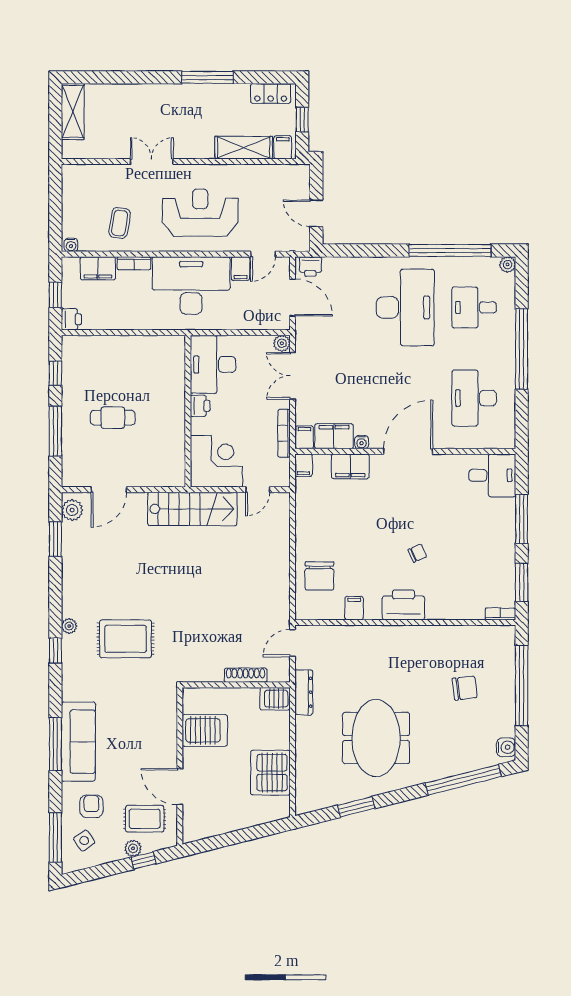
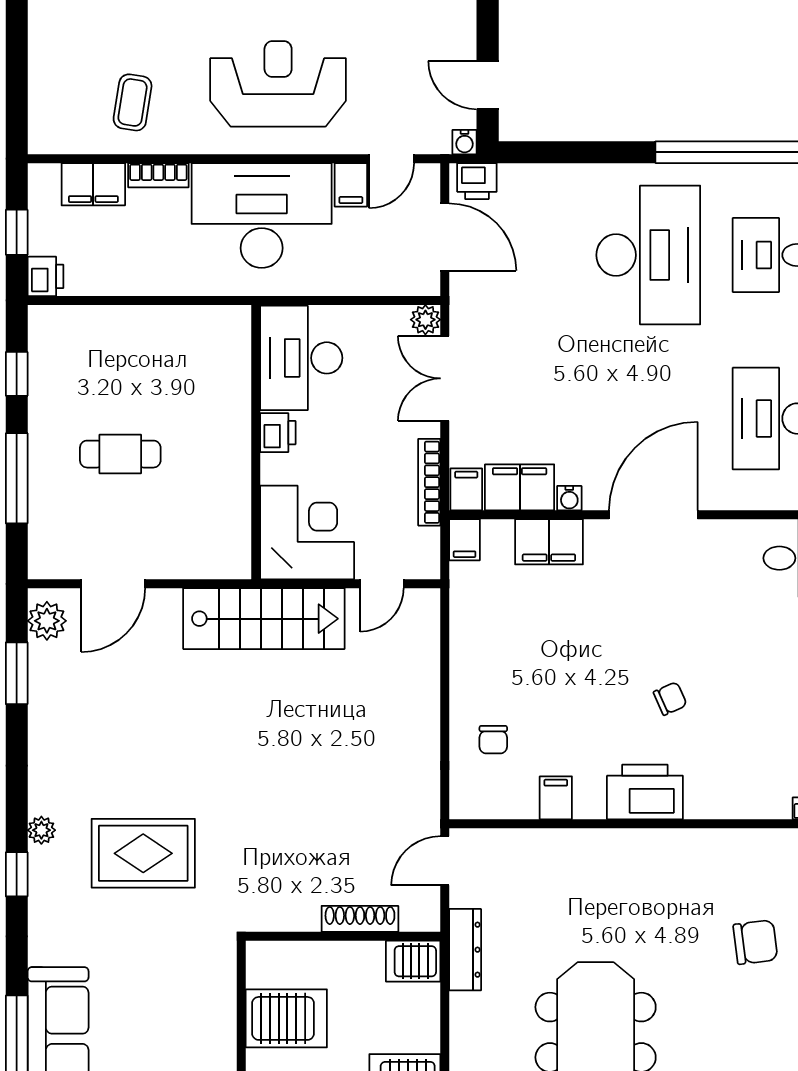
water cooler: (71, 245) -> (465, 142), moved
chair: (319, 576) -> (493, 740), width x0.54, depth x0.54

